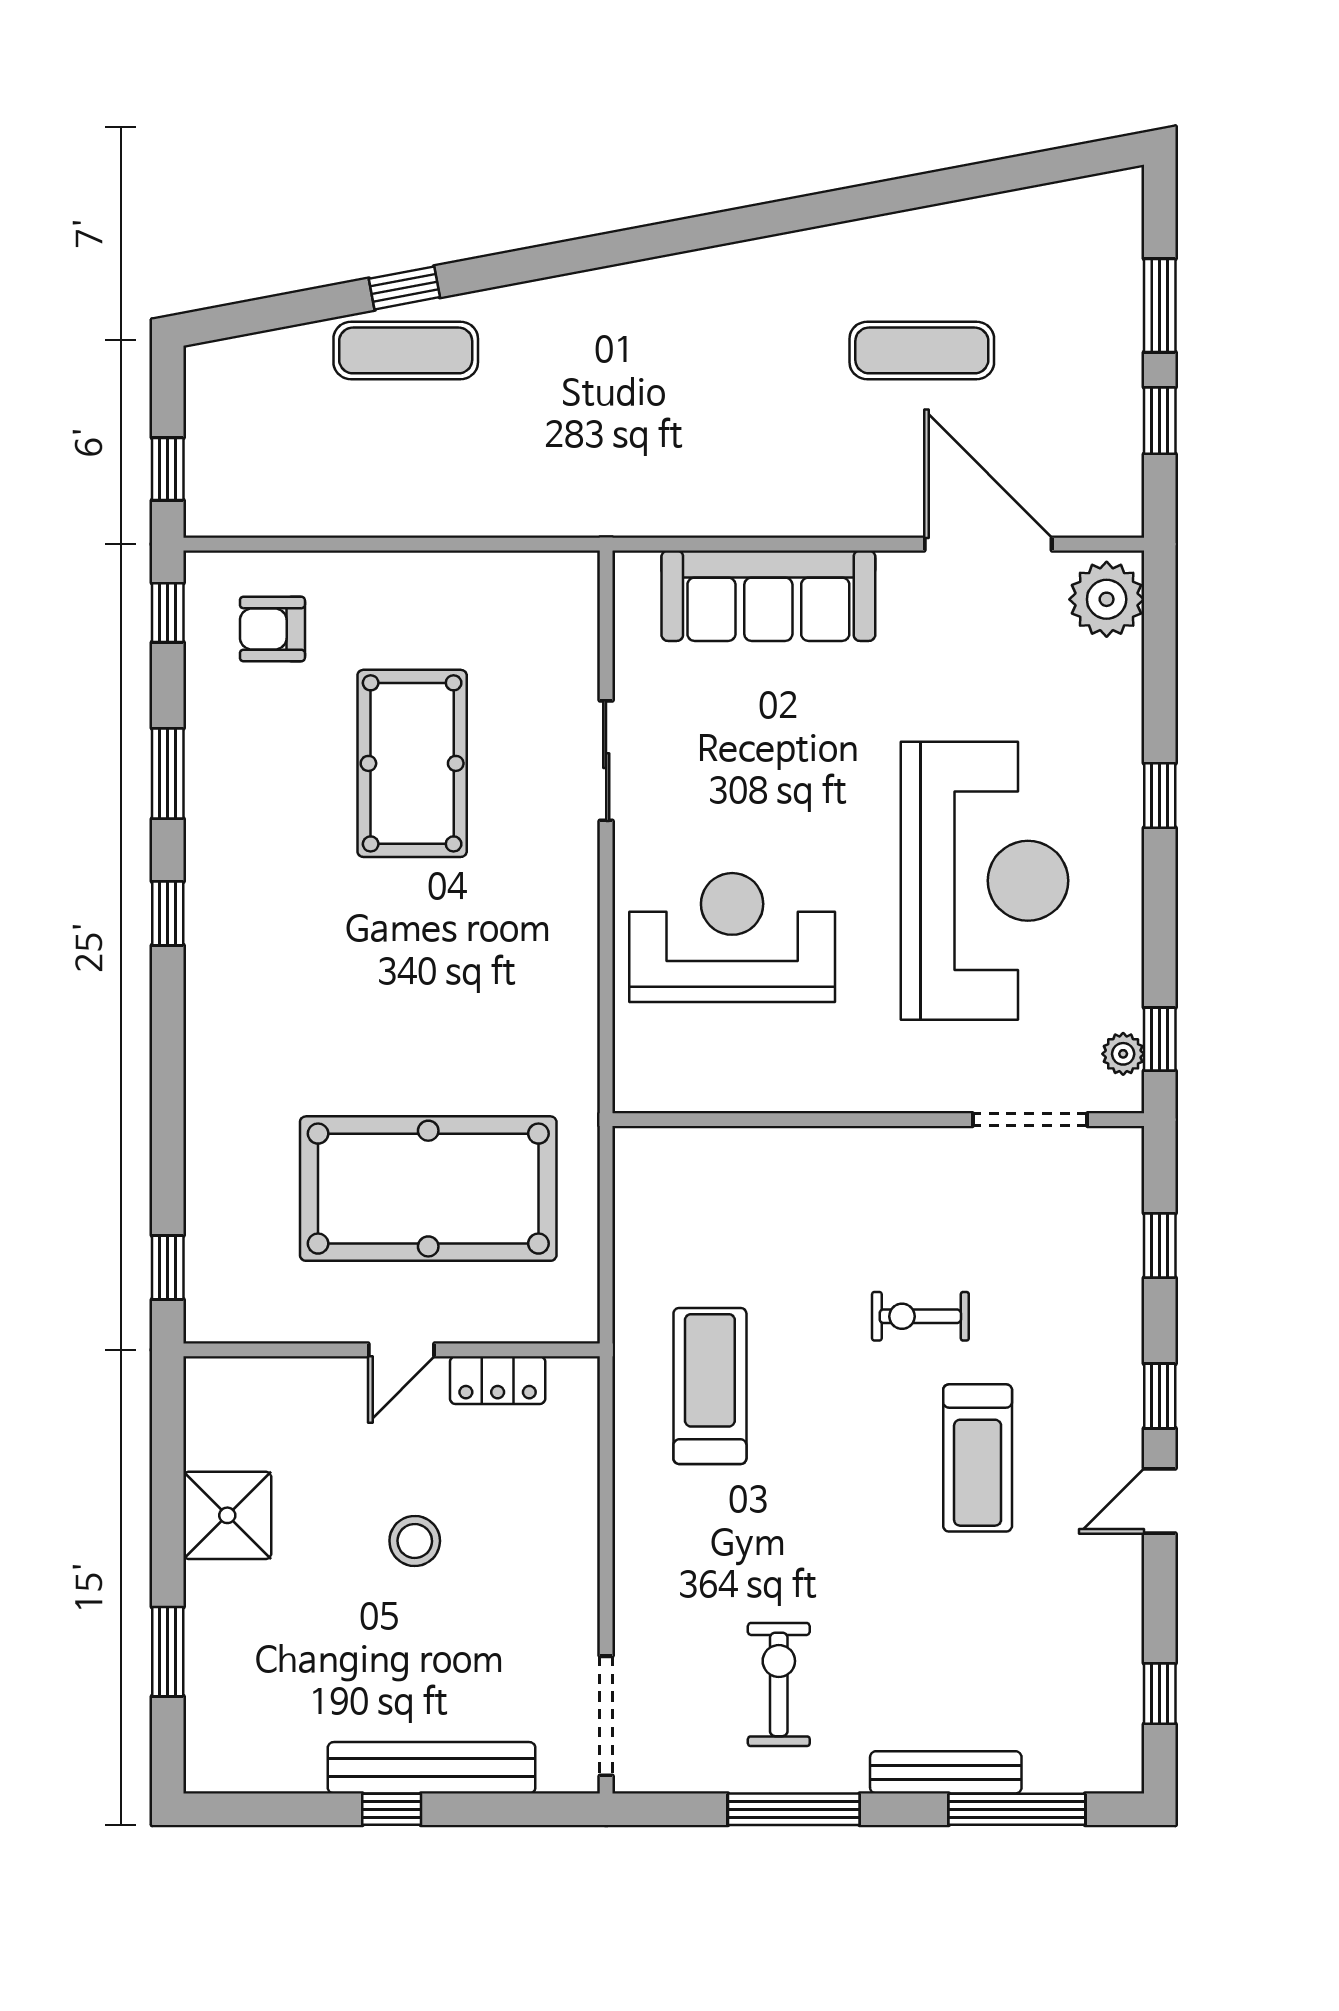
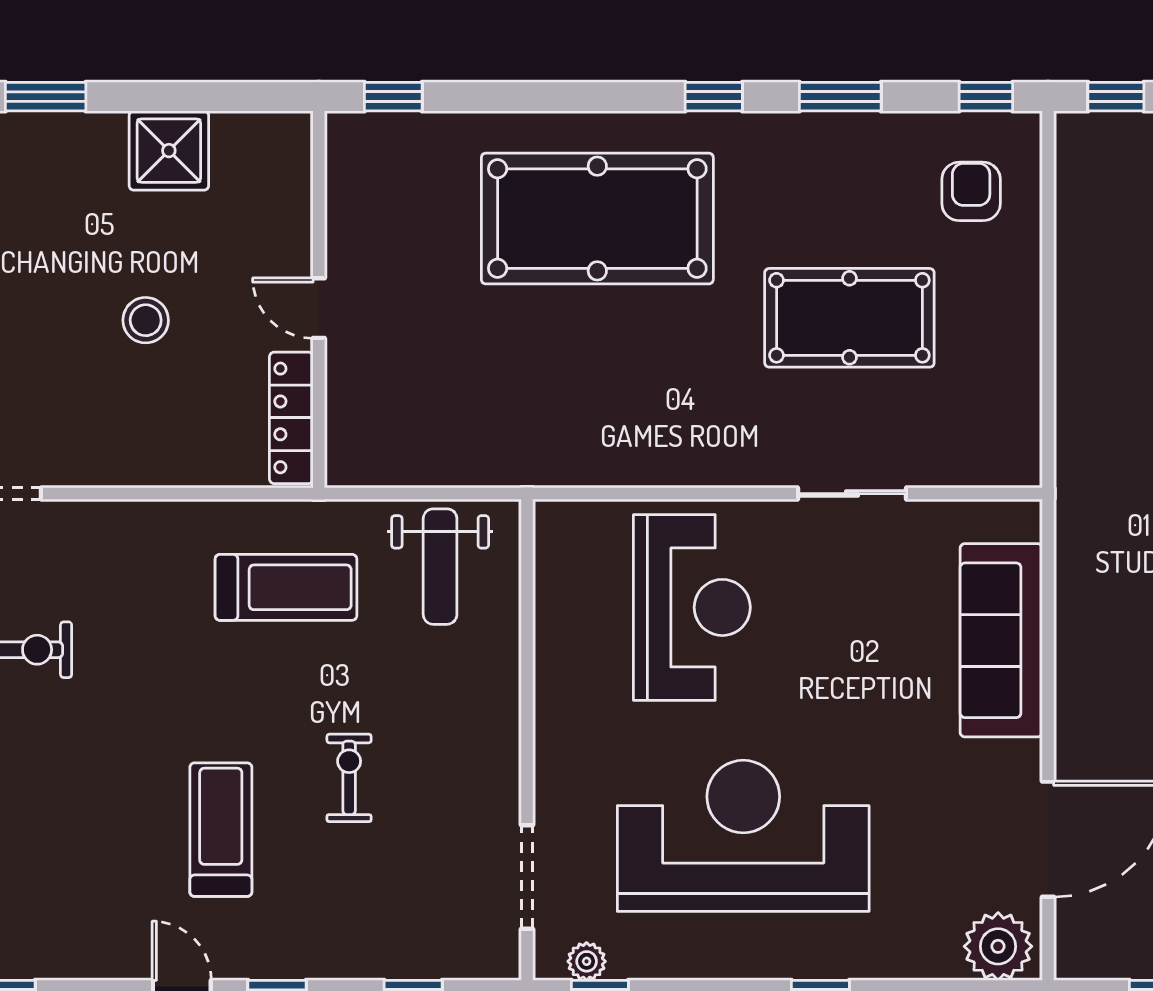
reception desk: (984, 881) -> (743, 836), turned 180
pool table: (428, 1189) -> (597, 219), moved, turned 90
weight bench: (687, 1216) -> (440, 567), added
locker: (498, 1380) -> (291, 418), width x1.53
treadmill: (978, 1458) -> (221, 830), turned 90

